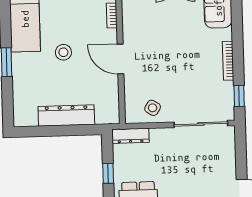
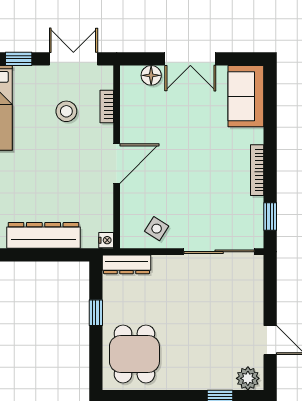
stool: (63, 52) -> (66, 111), moved
door: (121, 59) -> (117, 164), swing flipped
nightstand: (114, 118) -> (106, 240), added

